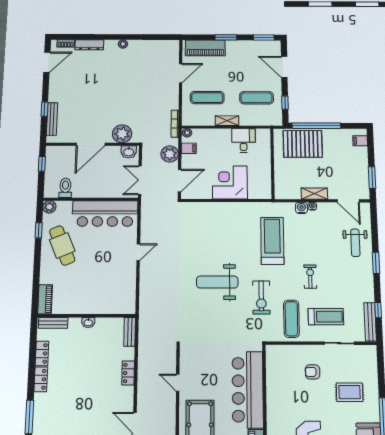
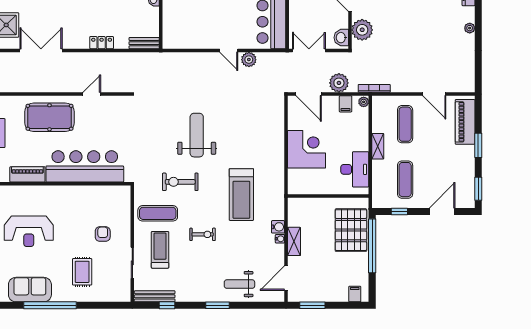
desk: (244, 140) -> (355, 169), width x1.37
plant: (147, 234) -> (249, 60), added
treadmill: (272, 241) -> (241, 195), turned 90
treadmill: (326, 317) -> (160, 250), turned 180

